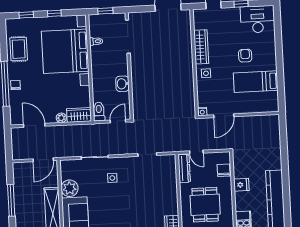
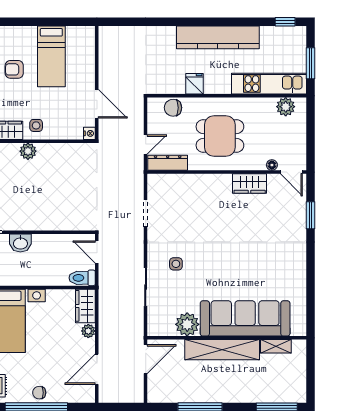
plant: (187, 68) -> (28, 151), added
washbasin: (122, 84) -> (20, 243), moved
door: (43, 160) -> (146, 359), hinge flipped

